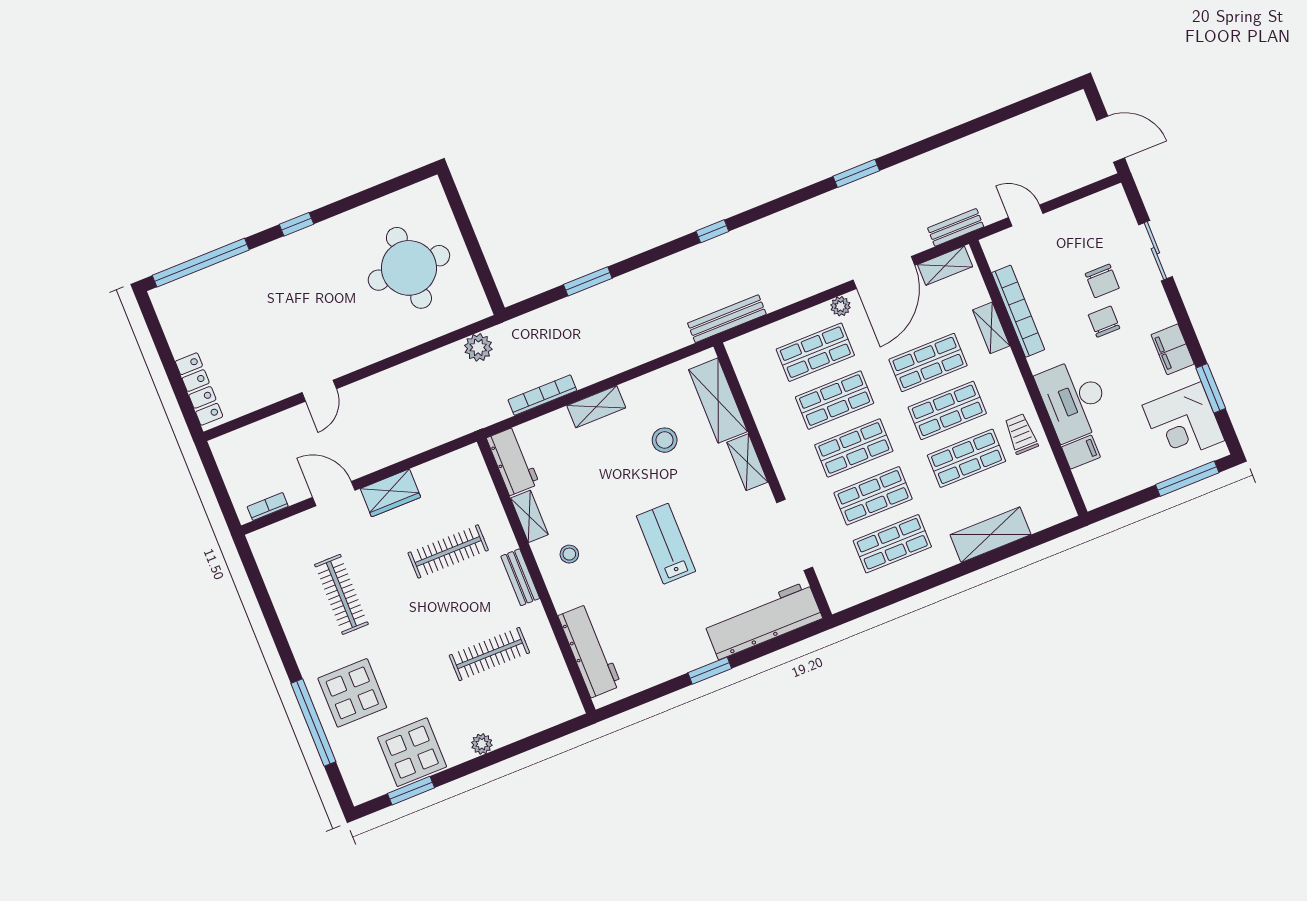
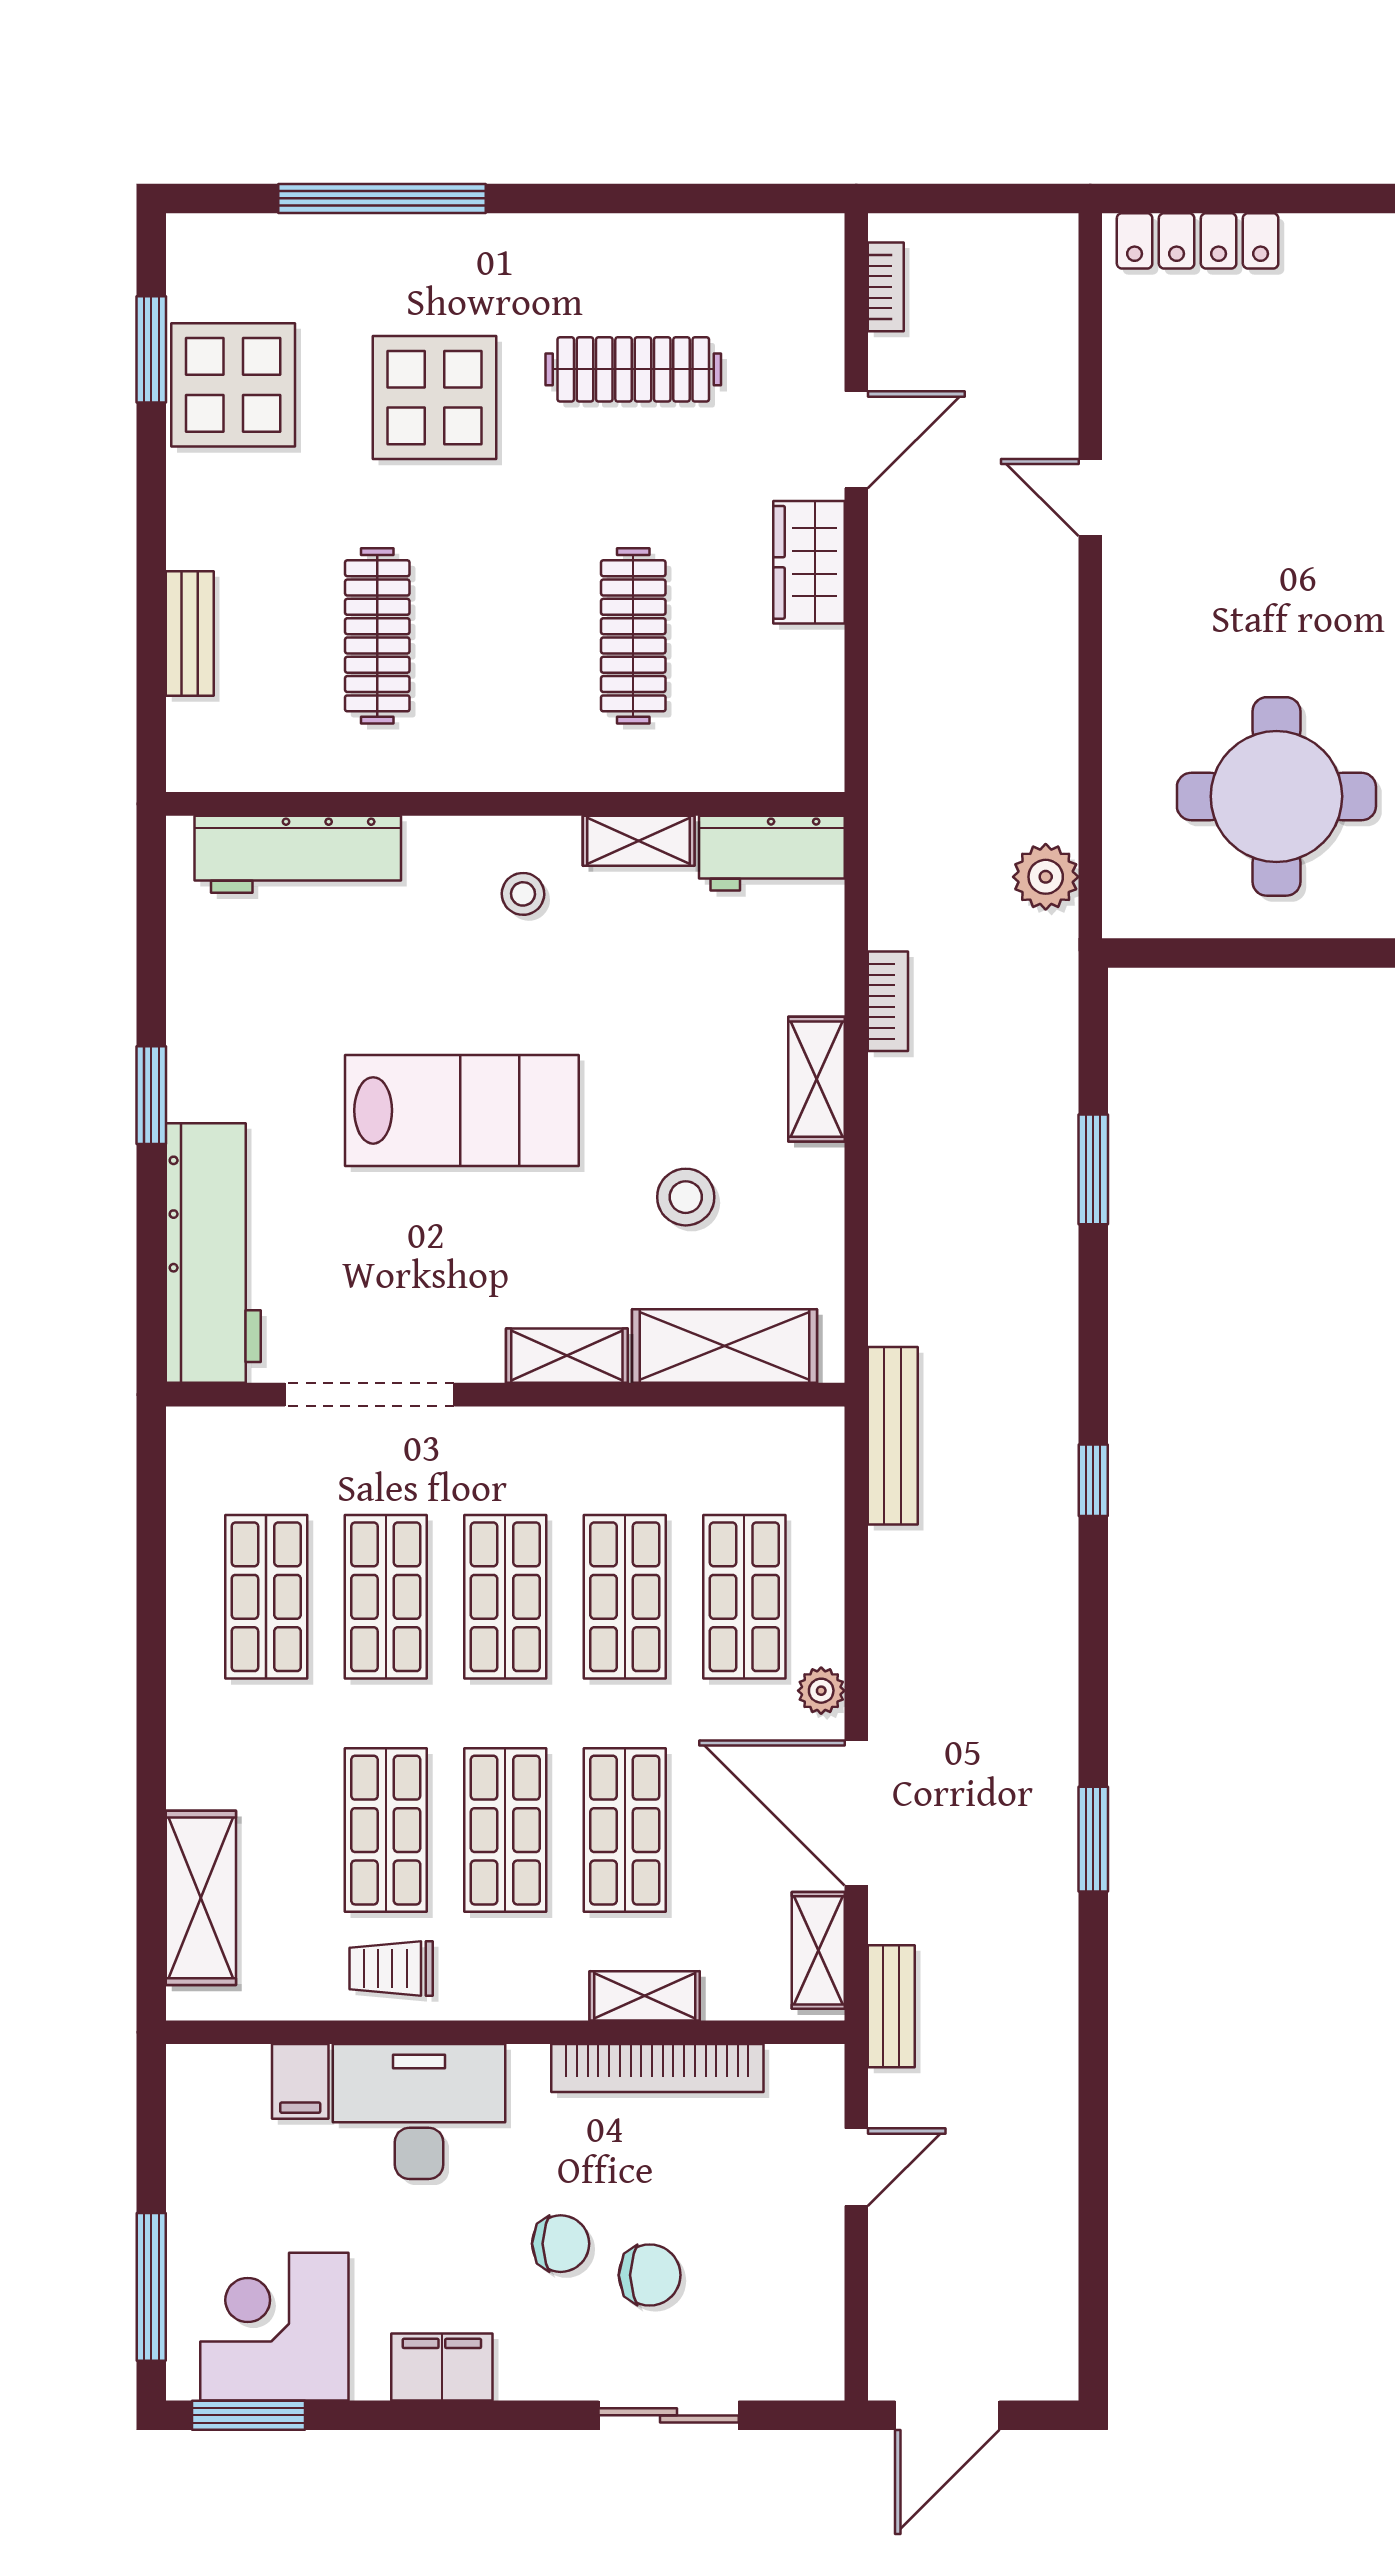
chair: (1102, 281) -> (650, 2275), turned 180
window: (1211, 388) -> (248, 2415), moved
bookcase: (542, 395) -> (888, 1001), width x0.64
trolley: (1021, 434) -> (391, 1968), turned 180
shelving: (991, 535) -> (201, 1898), moved
lab bench: (666, 544) -> (462, 1110), width x1.36, depth x1.39
bench: (520, 577) -> (190, 633), moved, turned 90
display table: (352, 693) -> (434, 398), moved
plant: (482, 744) -> (191, 542), removed

